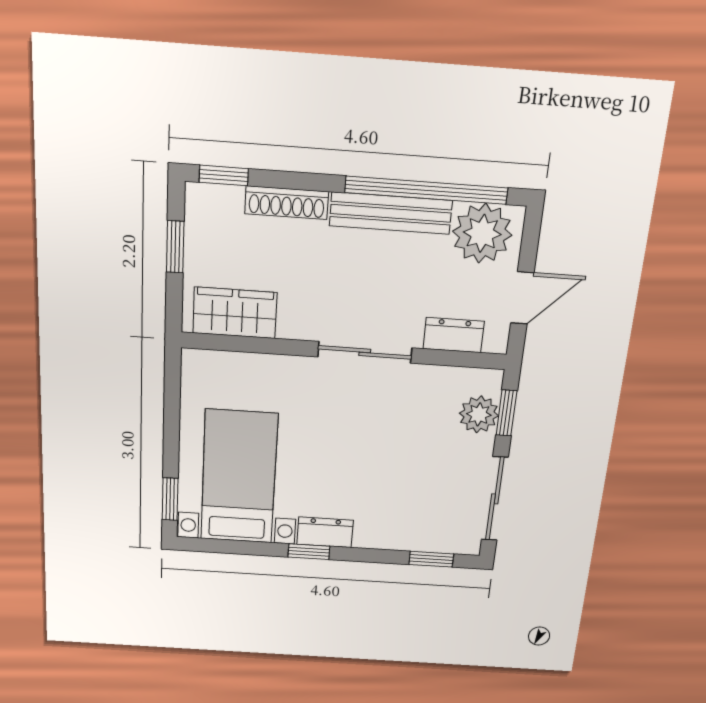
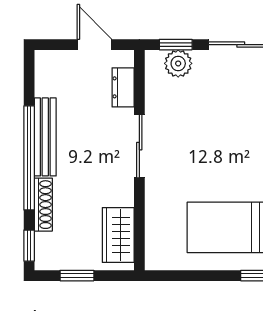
window: (426, 190) -> (29, 158), moved
plant: (482, 233) -> (54, 76), removed

